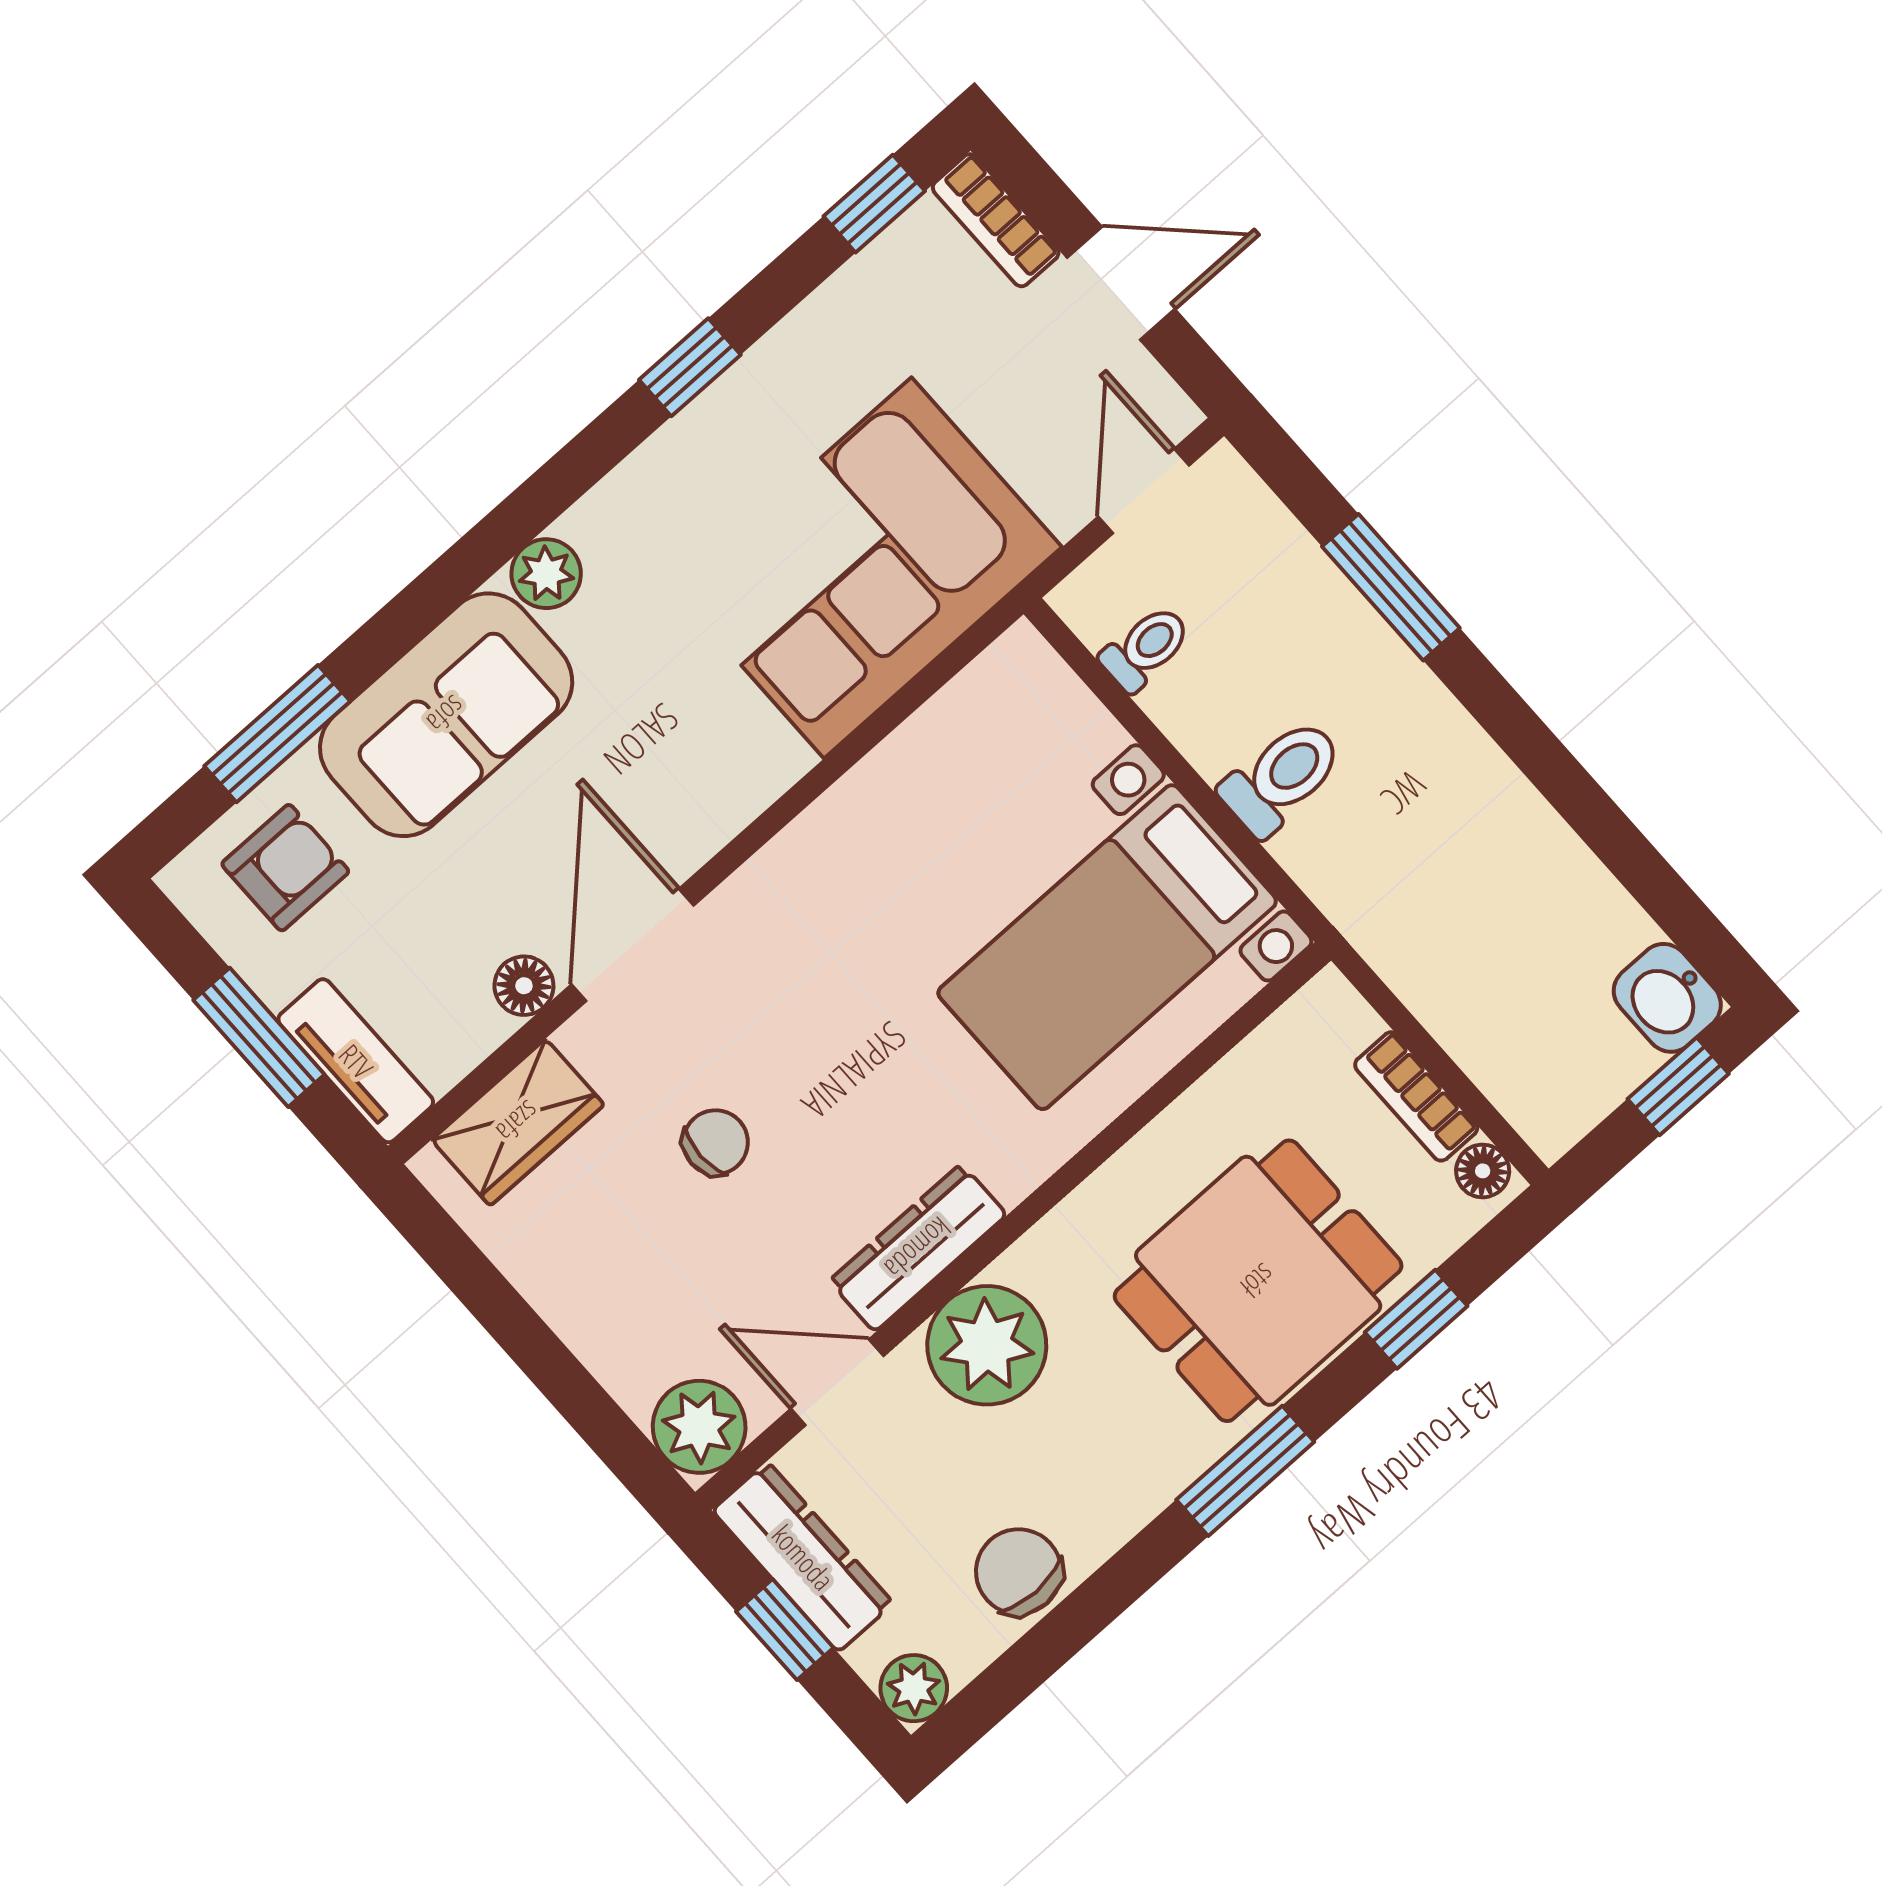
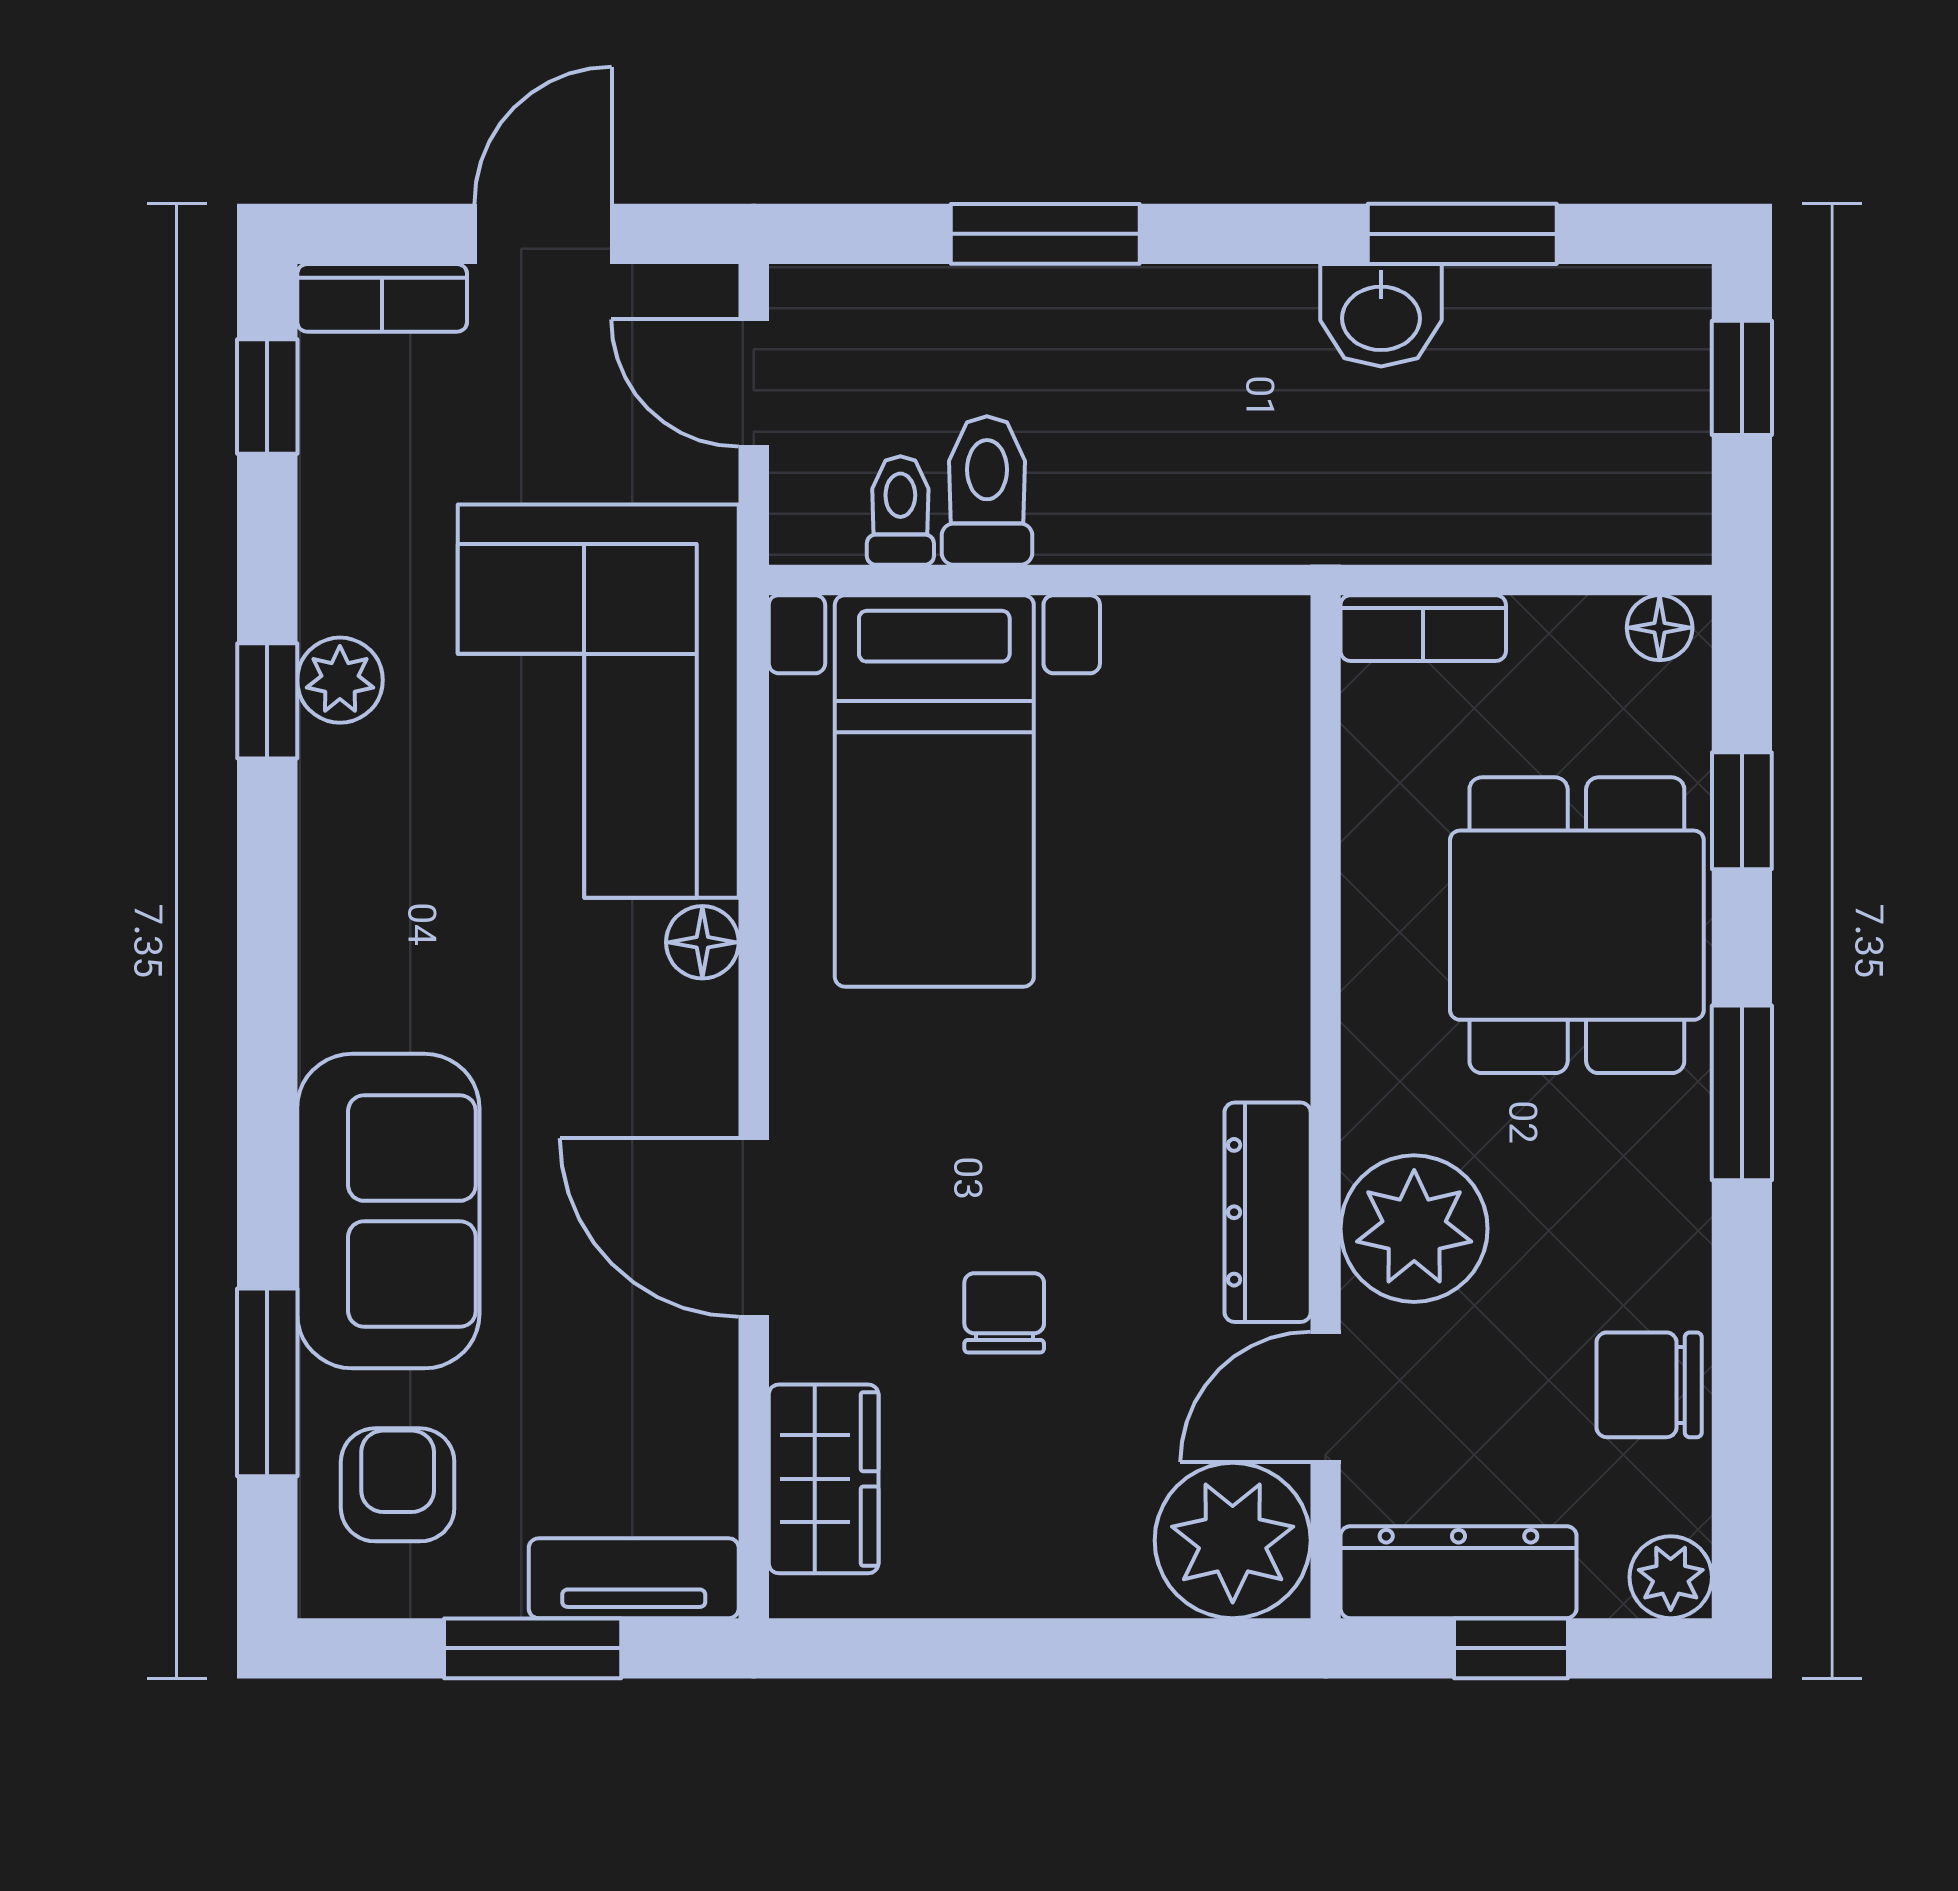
plant: (546, 574) -> (340, 680), moved
toilet: (1282, 777) -> (987, 491), moved
window: (1615, 840) -> (1462, 234), added
bed with nightstands: (1107, 947) -> (934, 791), moved
floor lamp: (524, 986) -> (702, 942), moved
washbasin: (1667, 998) -> (1381, 315), moved
bookcase: (1416, 1096) -> (1423, 628), moved
plant: (699, 1427) -> (1233, 1540), width x1.36, depth x1.36

